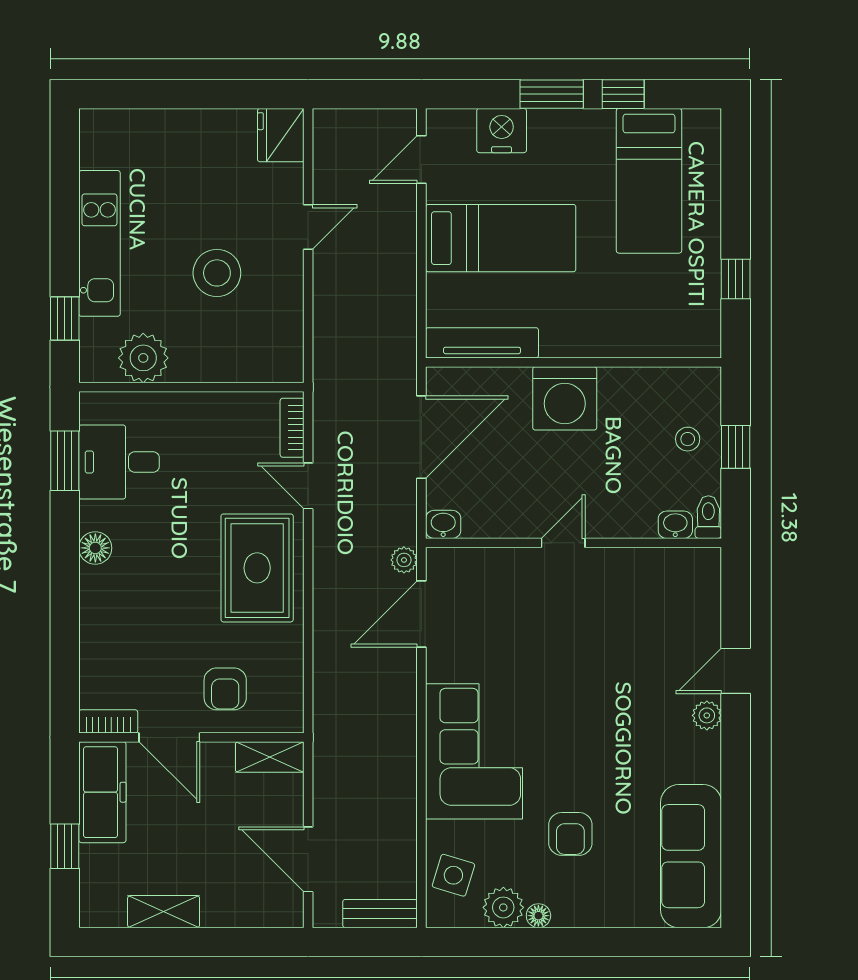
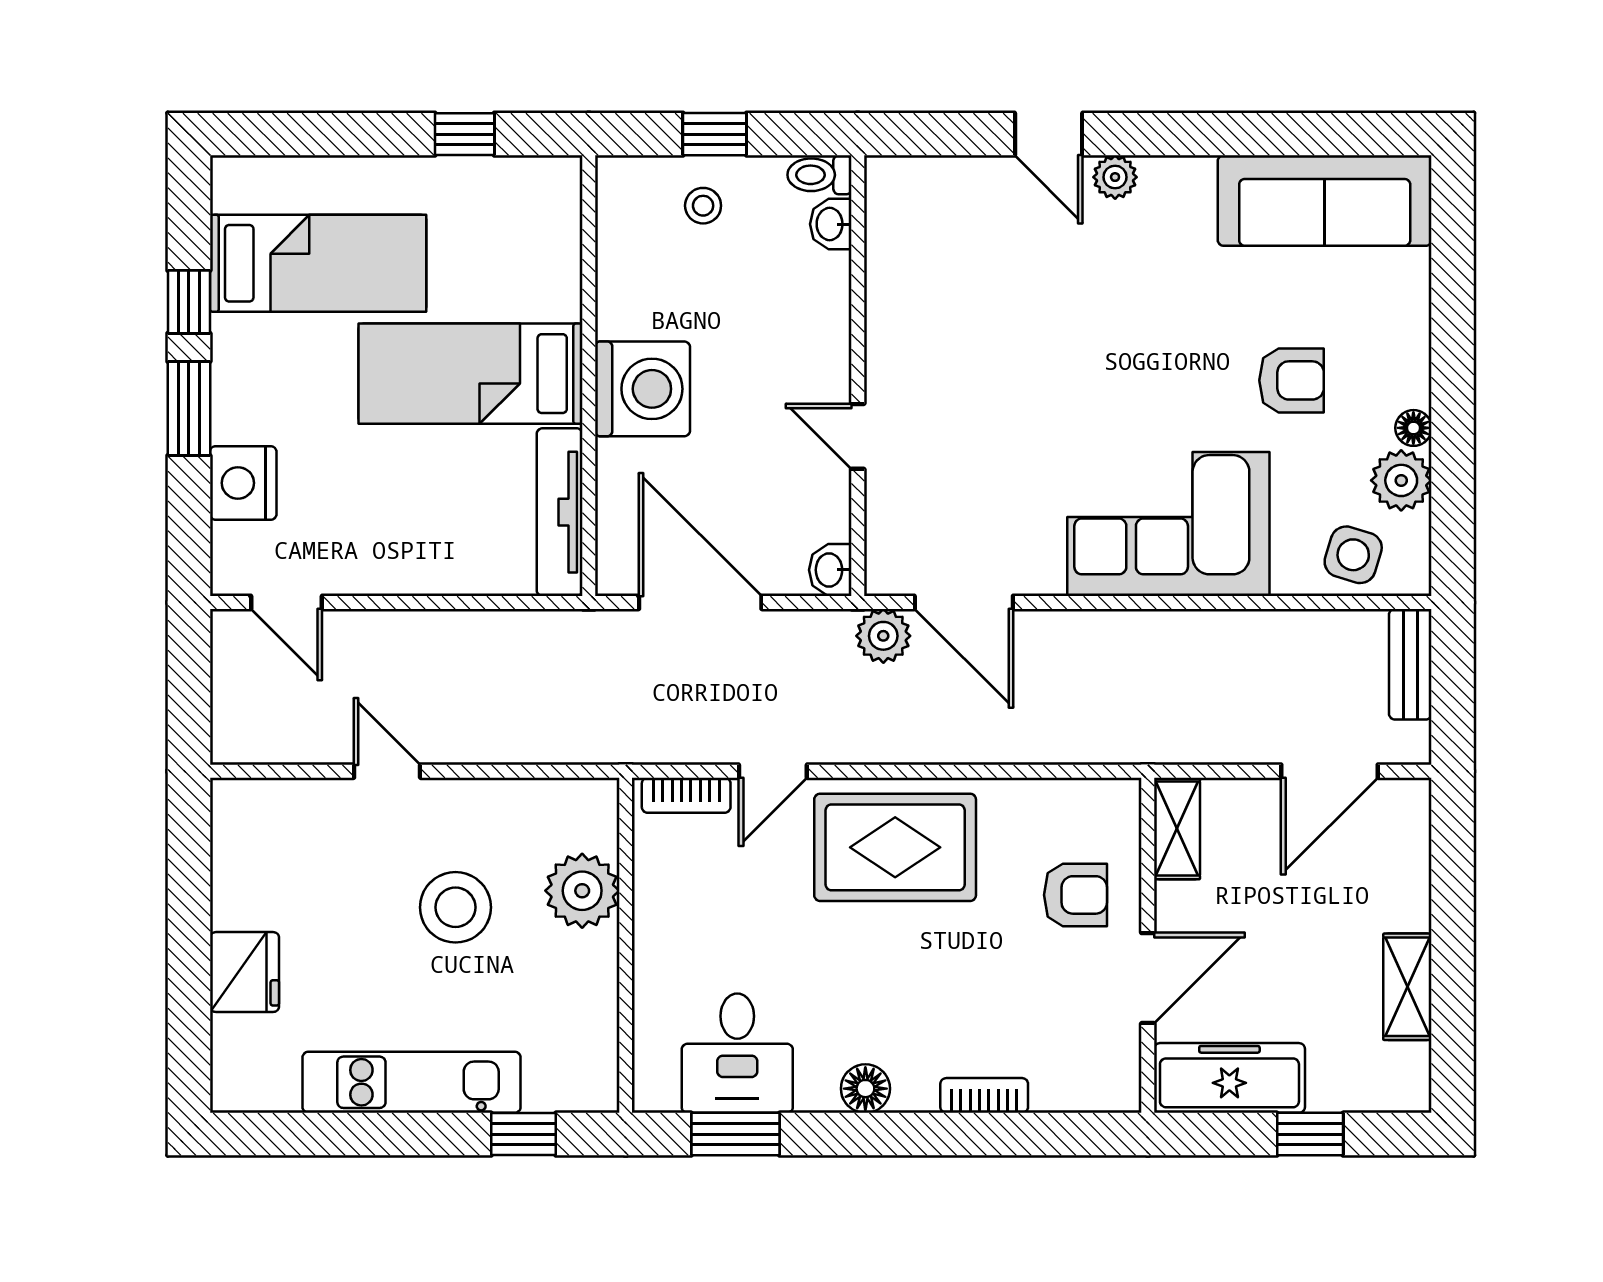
fridge: (281, 135) -> (245, 972), moved, turned -90
bed: (501, 238) -> (471, 374), moved, turned -90
plant: (143, 358) -> (582, 891), moved
door: (563, 543) -> (858, 436), moved
plant: (404, 560) -> (883, 636), width x1.38, depth x1.38
bookcase: (108, 721) -> (984, 1095), moved, turned 90

